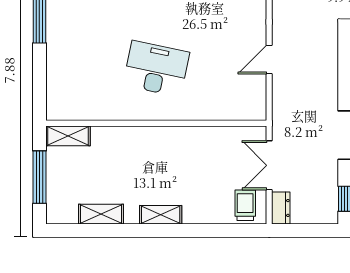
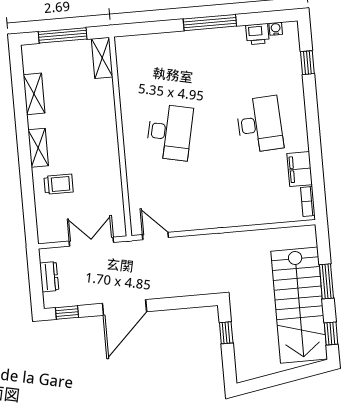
door: (269, 60) -> (155, 236), moved
trolley: (245, 205) -> (59, 184), moved
dresser: (281, 208) -> (49, 277), moved, turned -90

